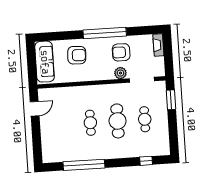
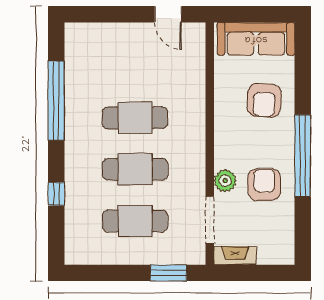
fireplace: (158, 45) -> (235, 256), moved
cafe table: (145, 119) -> (135, 221), width x1.37, depth x1.35
cafe table: (90, 123) -> (135, 118), width x1.37, depth x1.35
window: (146, 161) -> (56, 194), moved

